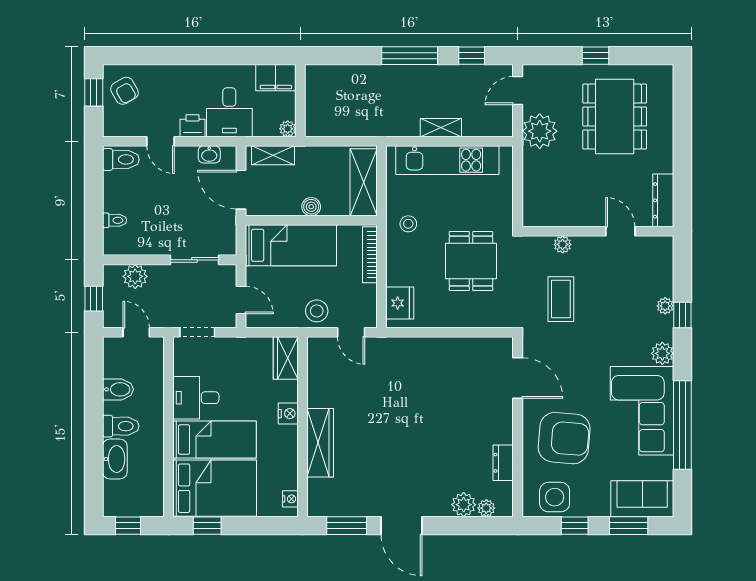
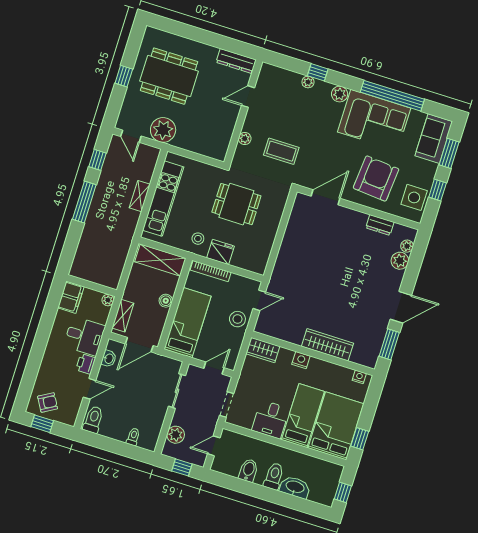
fridge: (400, 303) -> (220, 252), moved

